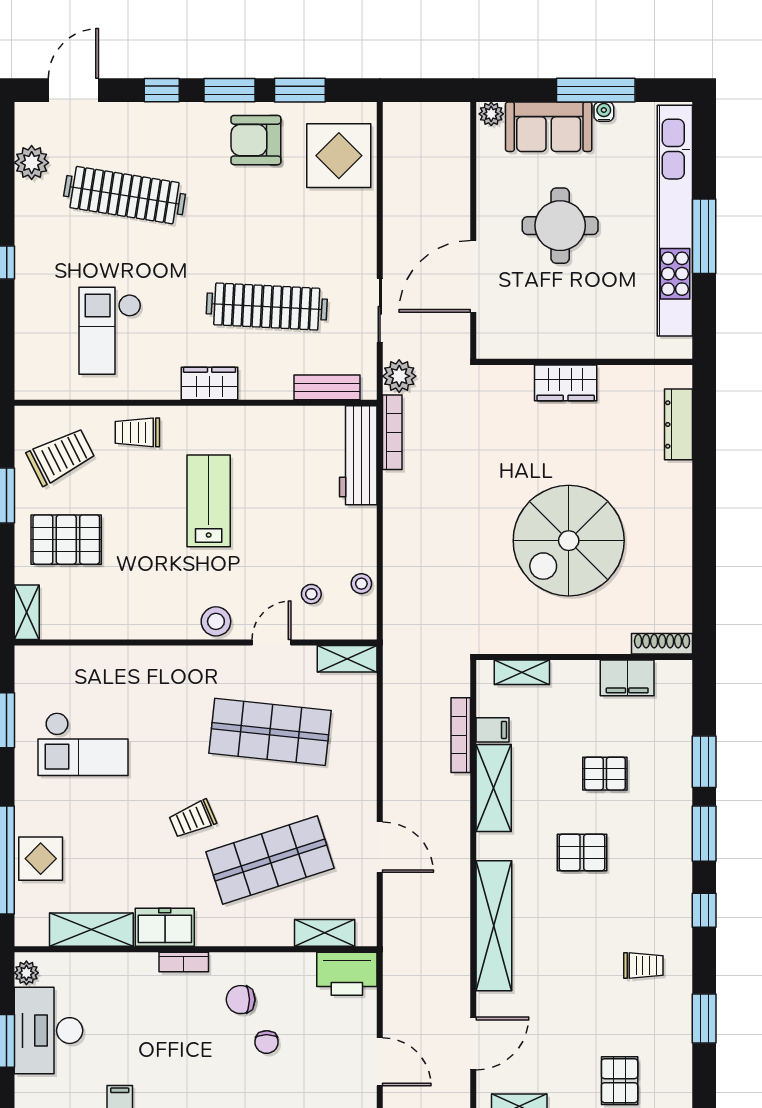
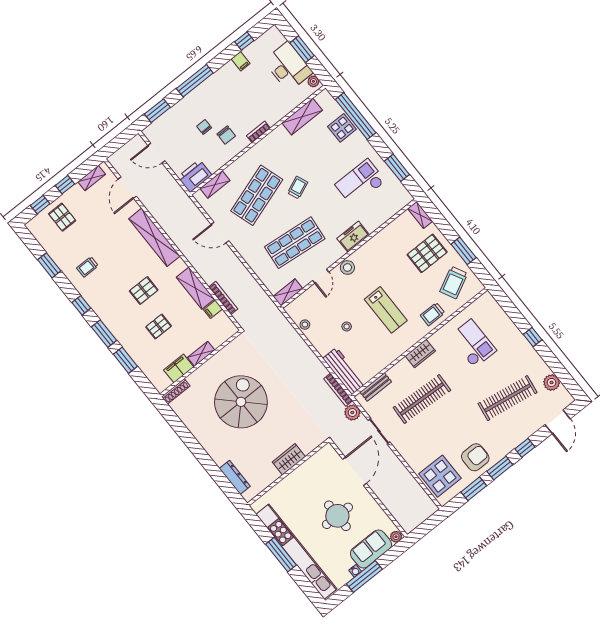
trolley: (137, 432) -> (433, 314), turned 180
stool: (311, 594) -> (347, 326), moved
shelving: (522, 672) -> (201, 354), moved
freezer: (165, 927) -> (353, 237), moved, turned 180
chair: (241, 1000) -> (226, 135), turned 90

